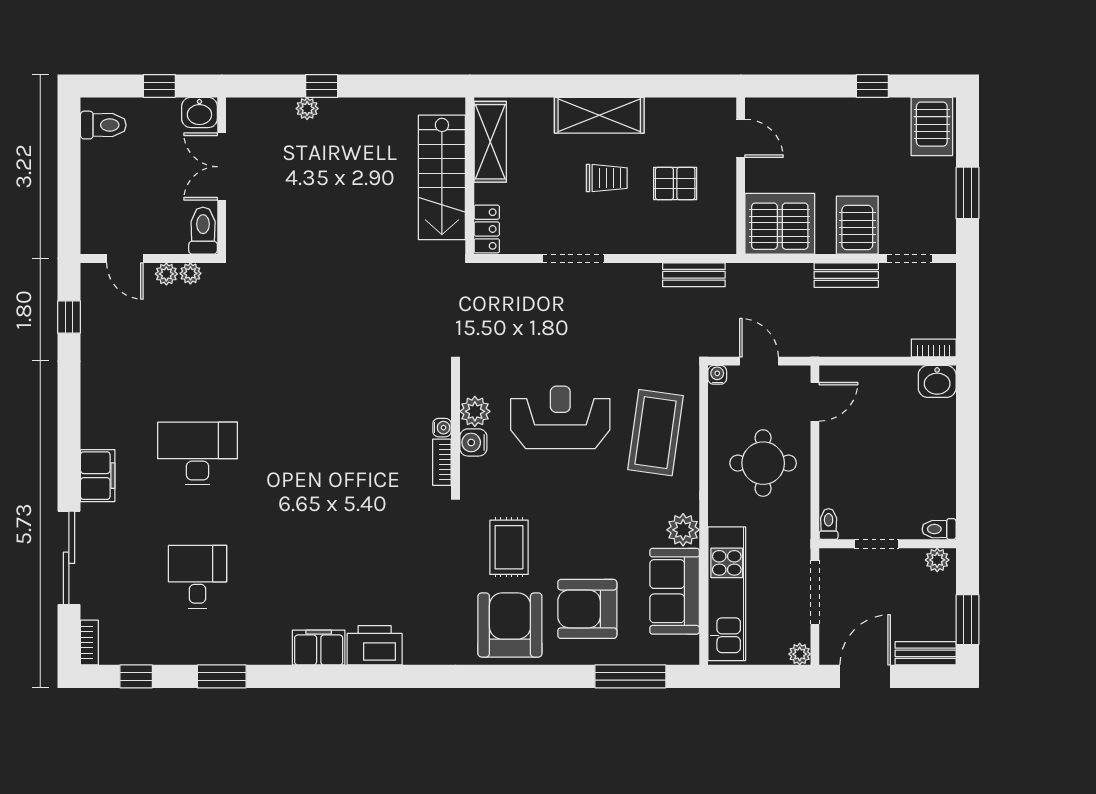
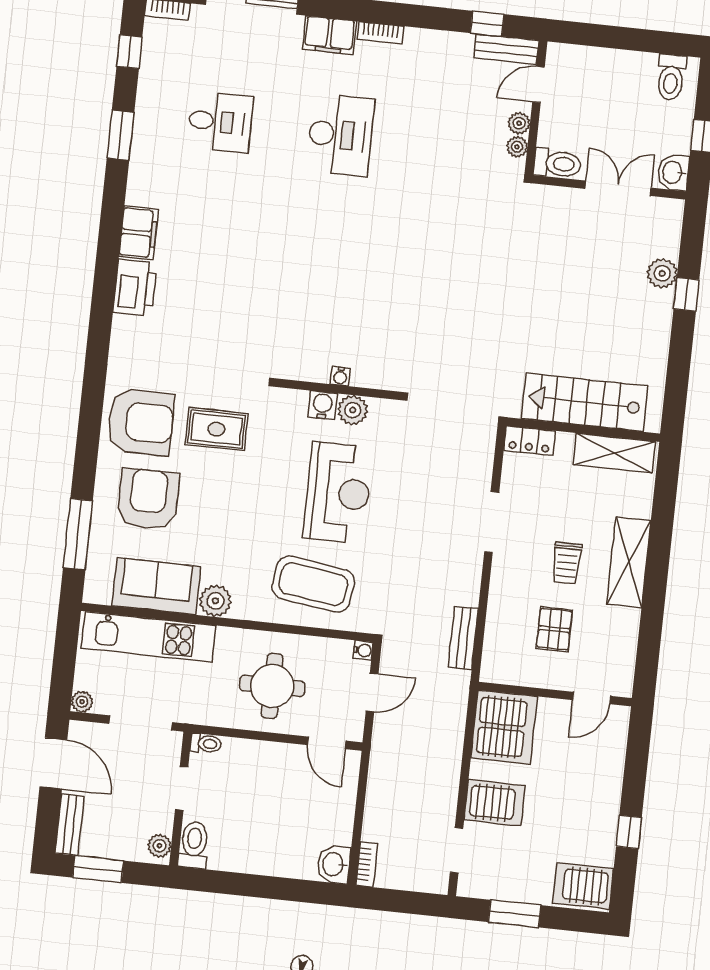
plant: (307, 108) -> (662, 273), width x1.38, depth x1.38
bench: (846, 275) -> (506, 49), moved, turned 90
bookcase: (442, 462) -> (380, 33), moved, turned 180
toilet: (939, 529) -> (194, 845), width x1.37, depth x1.39

